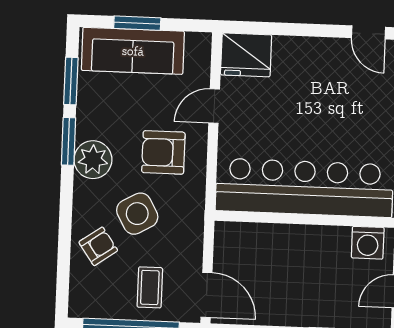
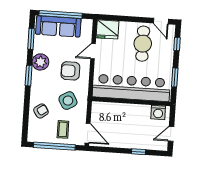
window: (137, 23) -> (61, 14), width x2.11
cafe table: (328, 85) -> (143, 44), added
window: (68, 141) -> (29, 76), moved
plant: (93, 160) -> (40, 62), moved
side table: (137, 214) -> (68, 101), moved

